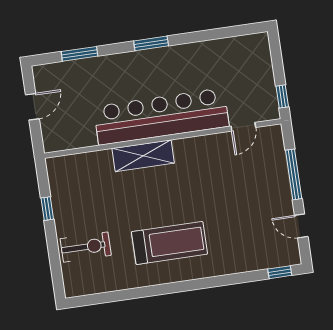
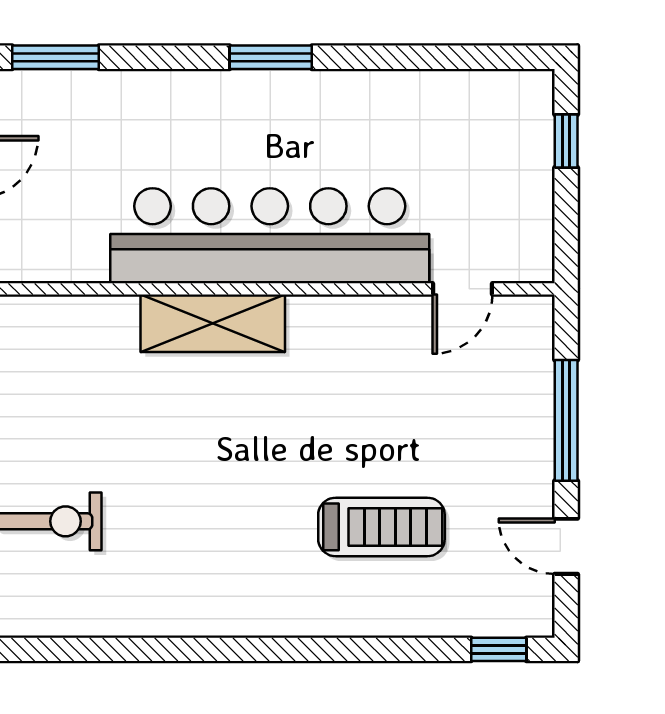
window: (80, 54) -> (55, 57), moved
window: (282, 96) -> (566, 141), moved
treadmill: (169, 243) -> (381, 527), moved, width x0.73, depth x0.73

